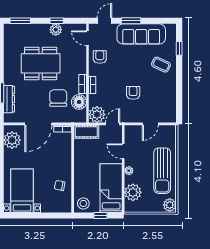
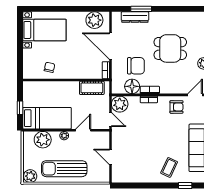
dining table: (41, 63) -> (170, 48), width x0.73
armchair: (133, 93) -> (141, 140), removed
cot: (86, 132) -> (92, 88), moved, turned 90
stool: (83, 203) -> (32, 91), removed

